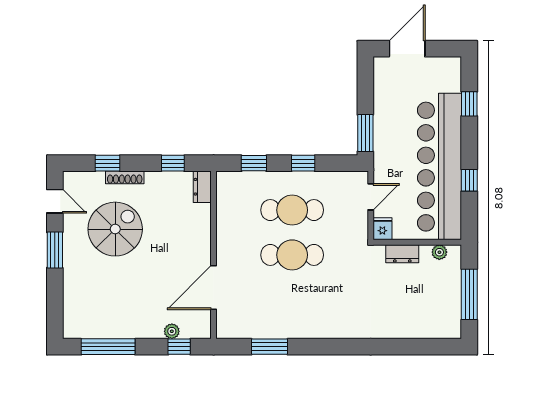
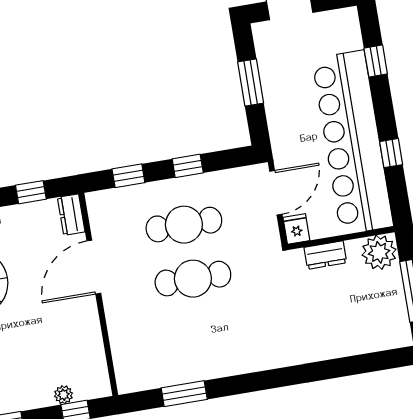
window: (365, 133) -> (251, 82), moved
door: (371, 197) -> (276, 193), width x1.37
plant: (439, 252) -> (379, 252), width x1.88, depth x1.88
door: (214, 288) -> (94, 267), moved

